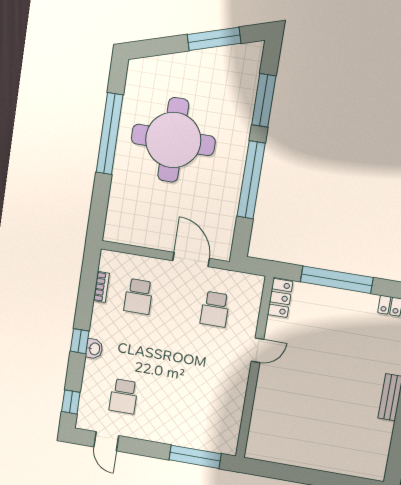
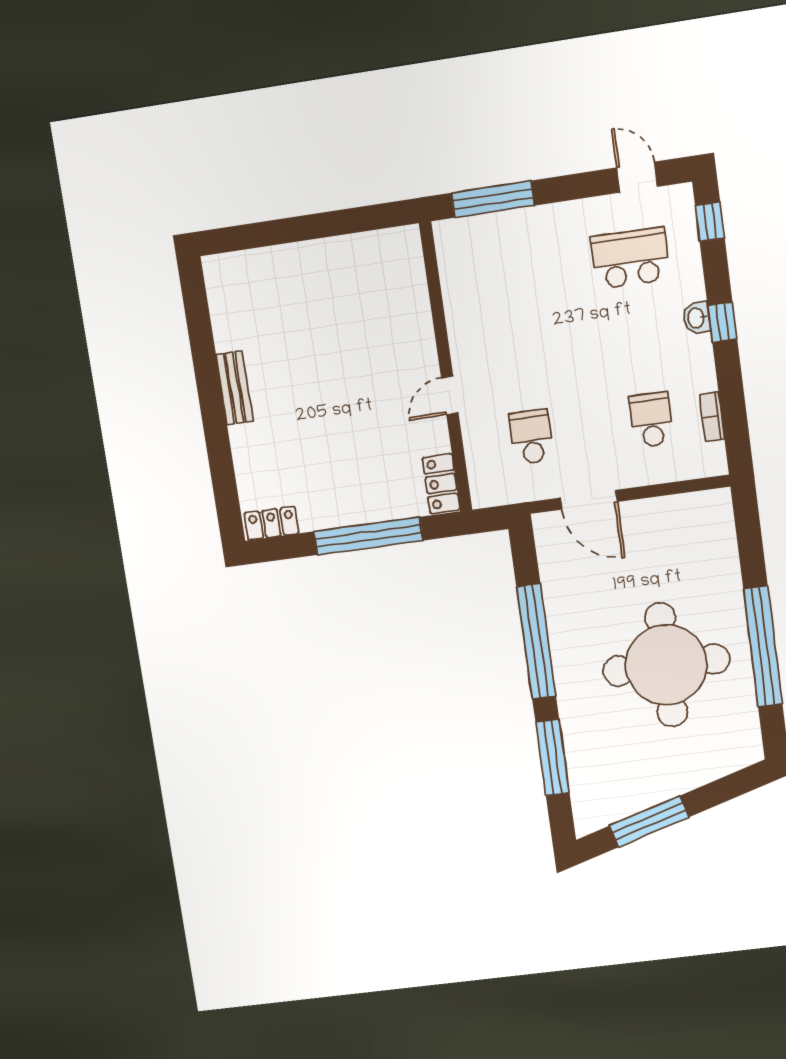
school desk: (124, 396) -> (630, 258), width x1.85

